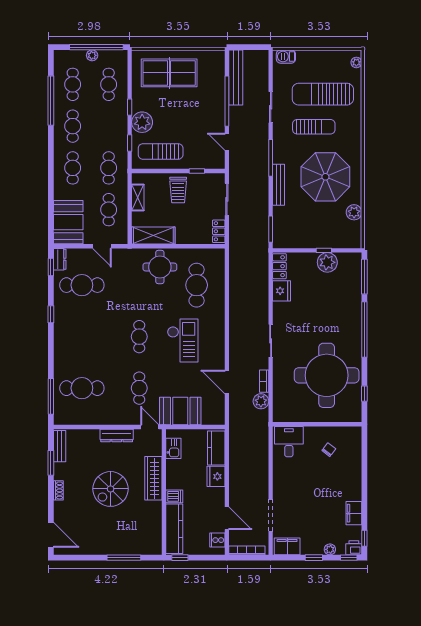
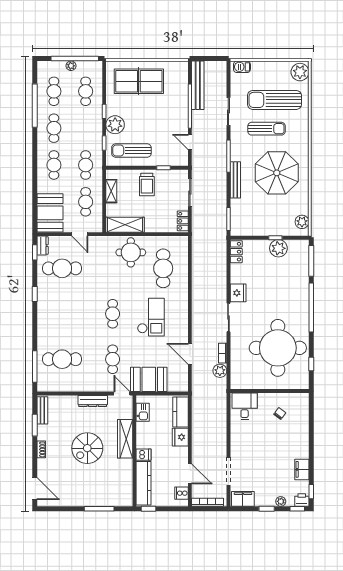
plant: (356, 62) -> (300, 72), width x1.87, depth x1.87
plant: (354, 212) -> (302, 222), moved
fridge: (282, 291) -> (238, 293), moved

